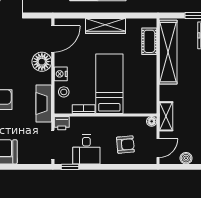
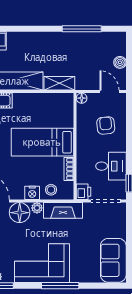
plant: (46, 79) -> (37, 208), added
shelving: (166, 116) -> (59, 83), moved

